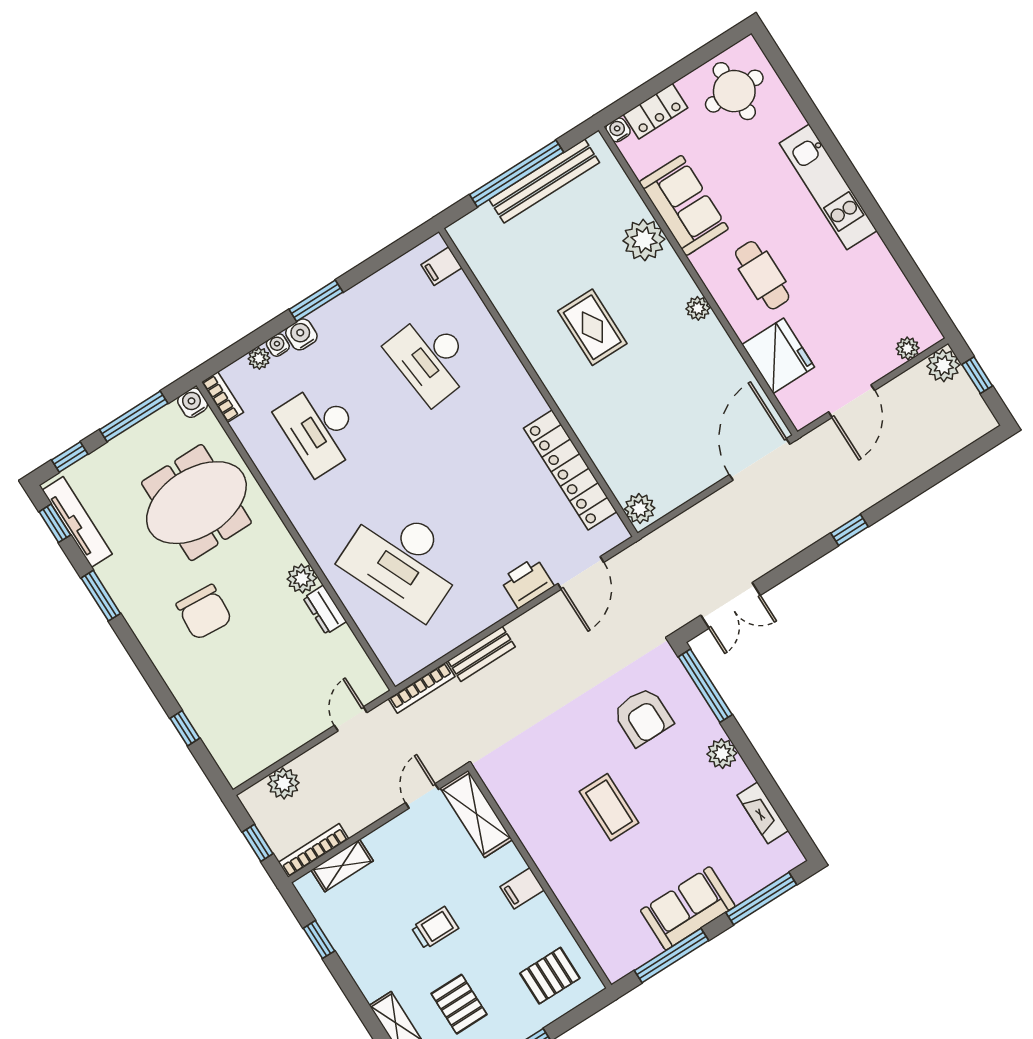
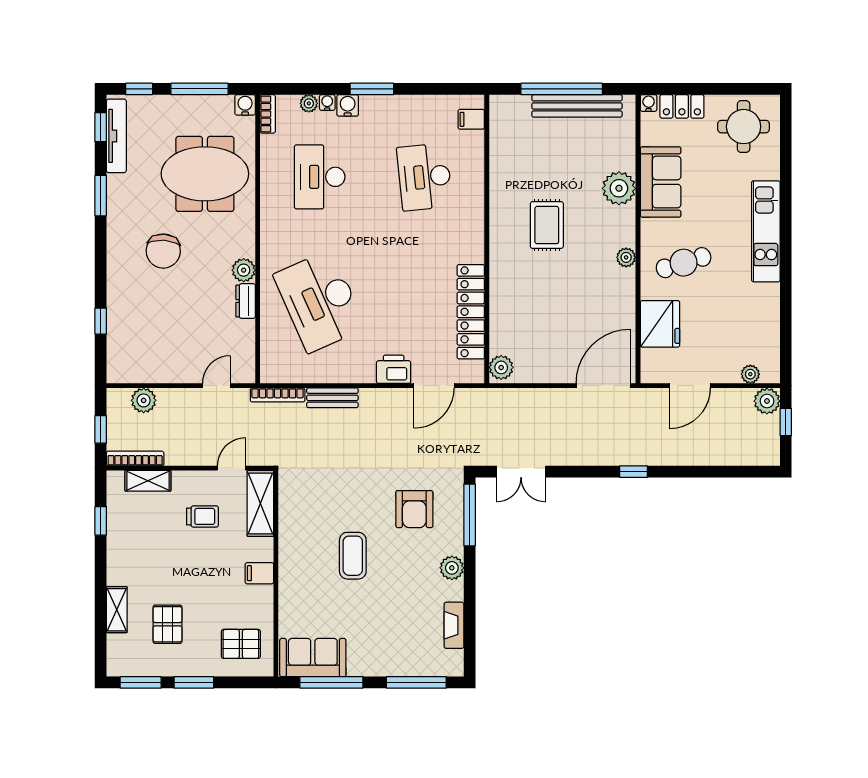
cafe table: (762, 275) -> (684, 263), turned 73
sofa: (688, 908) -> (313, 658), moved
trolley: (435, 928) -> (202, 516), moved

